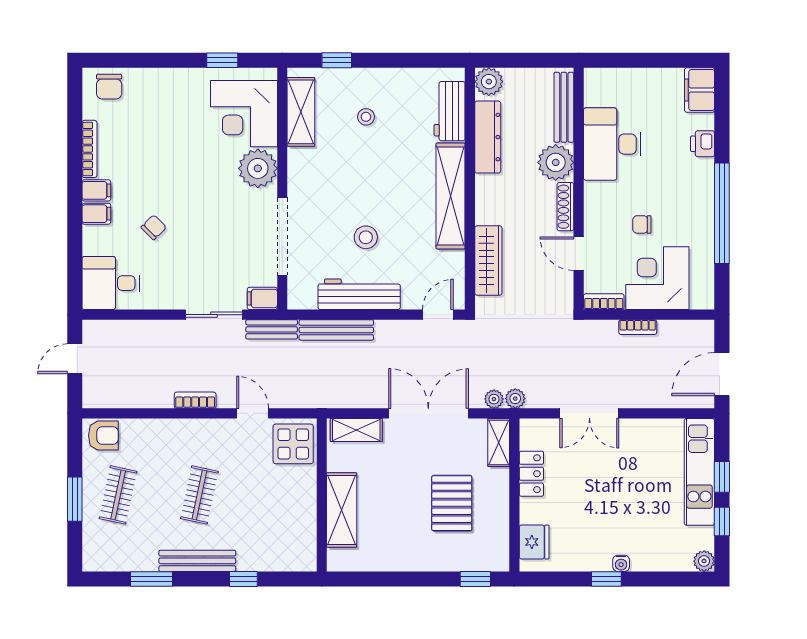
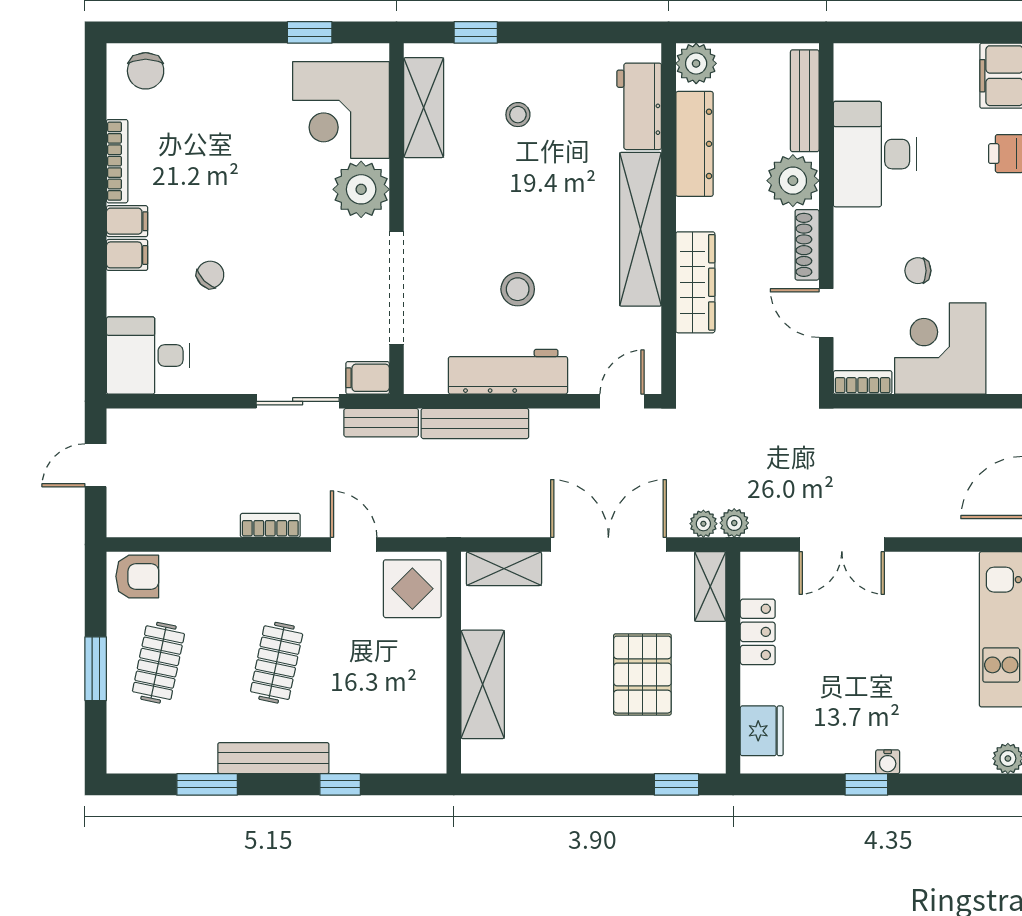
wardrobe: (488, 260) -> (695, 282), moved
bookcase: (638, 327) -> (912, 419), removed

